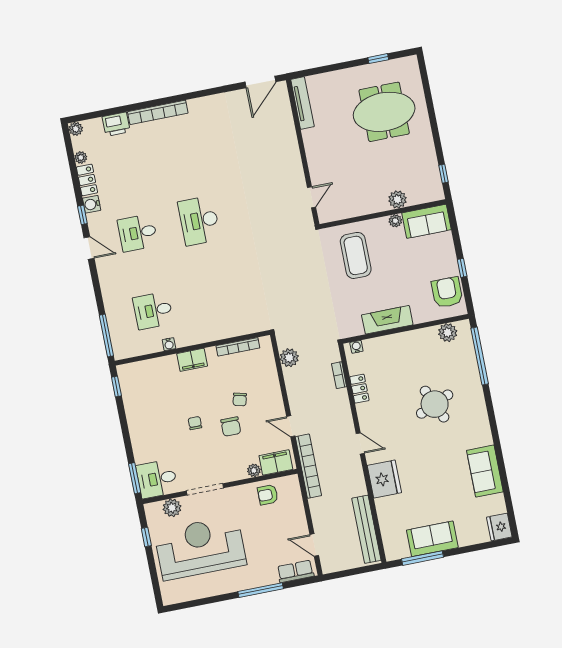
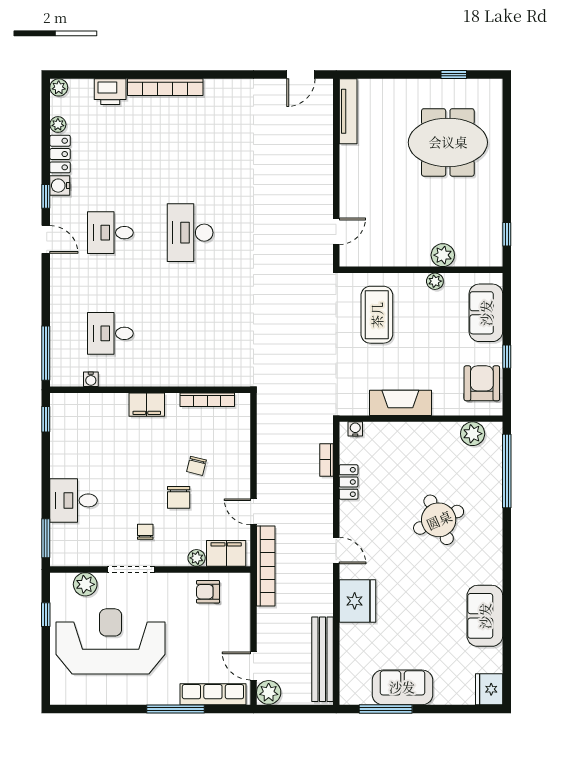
door: (260, 82) -> (301, 75), width x0.73
sofa: (427, 221) -> (486, 313), moved, turned 90
water cooler: (169, 344) -> (91, 379), moved
plant: (289, 358) -> (269, 692), moved
chair: (195, 423) -> (145, 532), moved
desk: (157, 479) -> (74, 500), moved
row of seats: (295, 571) -> (213, 694), width x1.48

